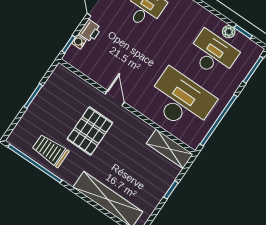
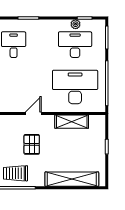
door: (115, 98) -> (33, 114), hinge flipped
pallet: (90, 131) -> (32, 144), width x0.67, depth x0.71
shelving: (170, 149) -> (72, 122), moved

